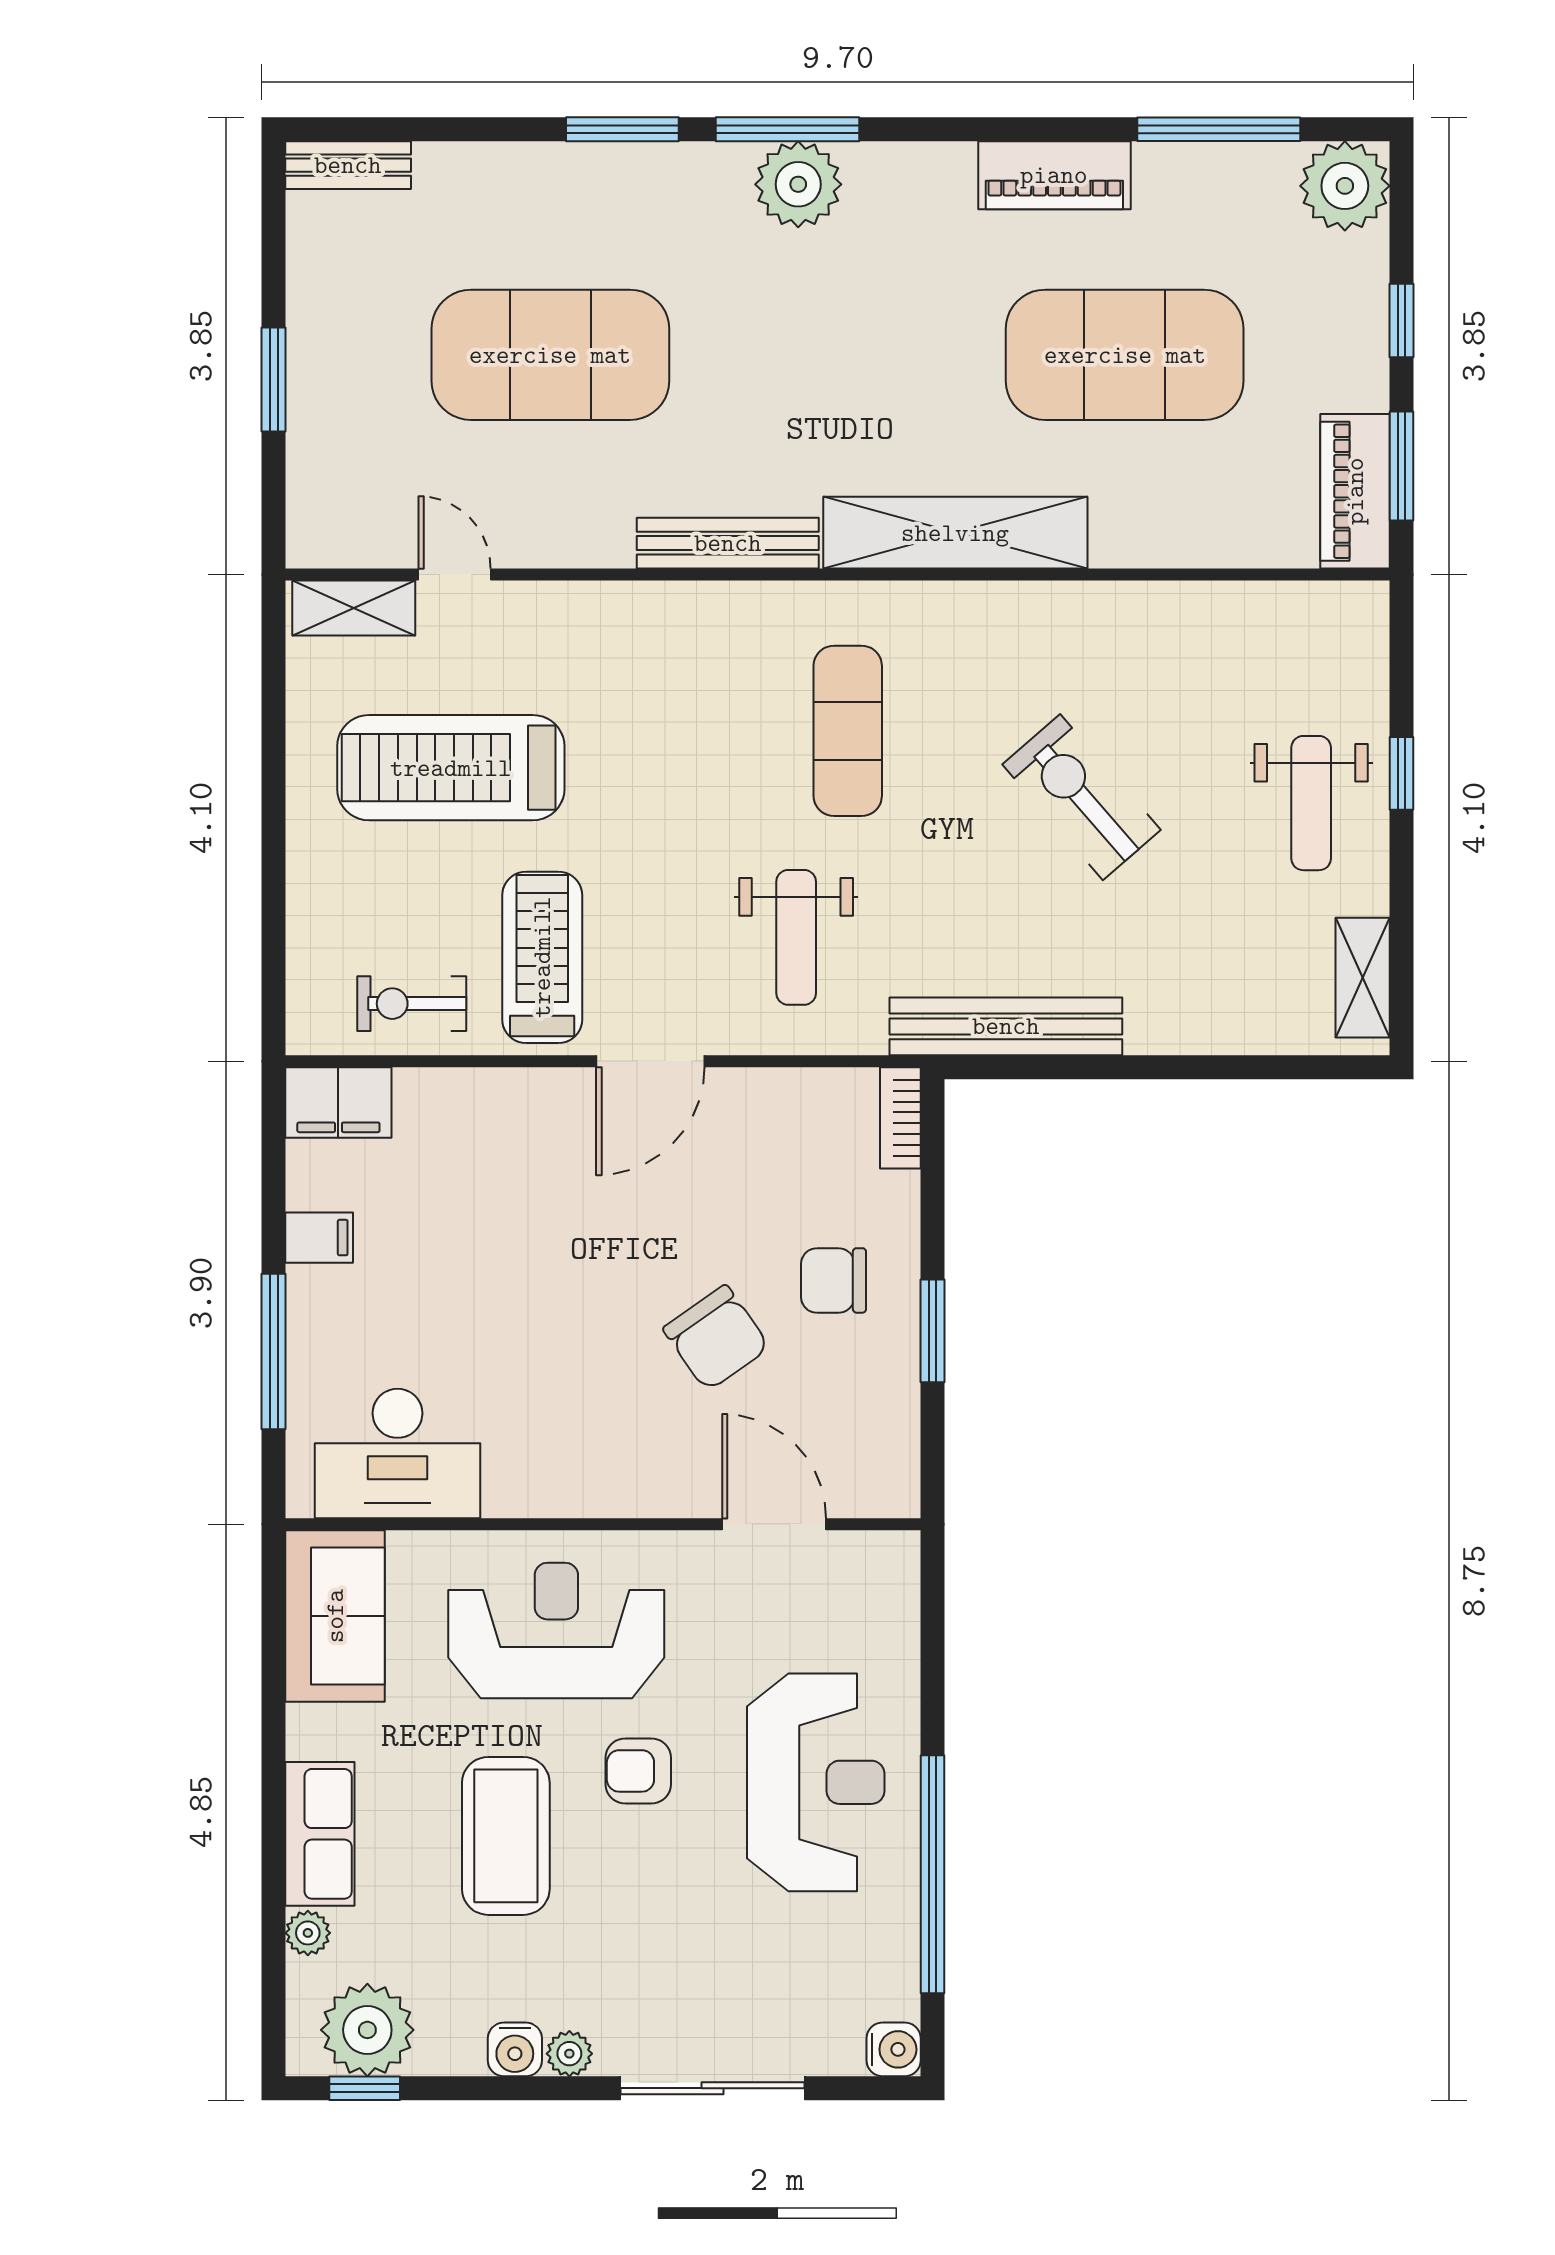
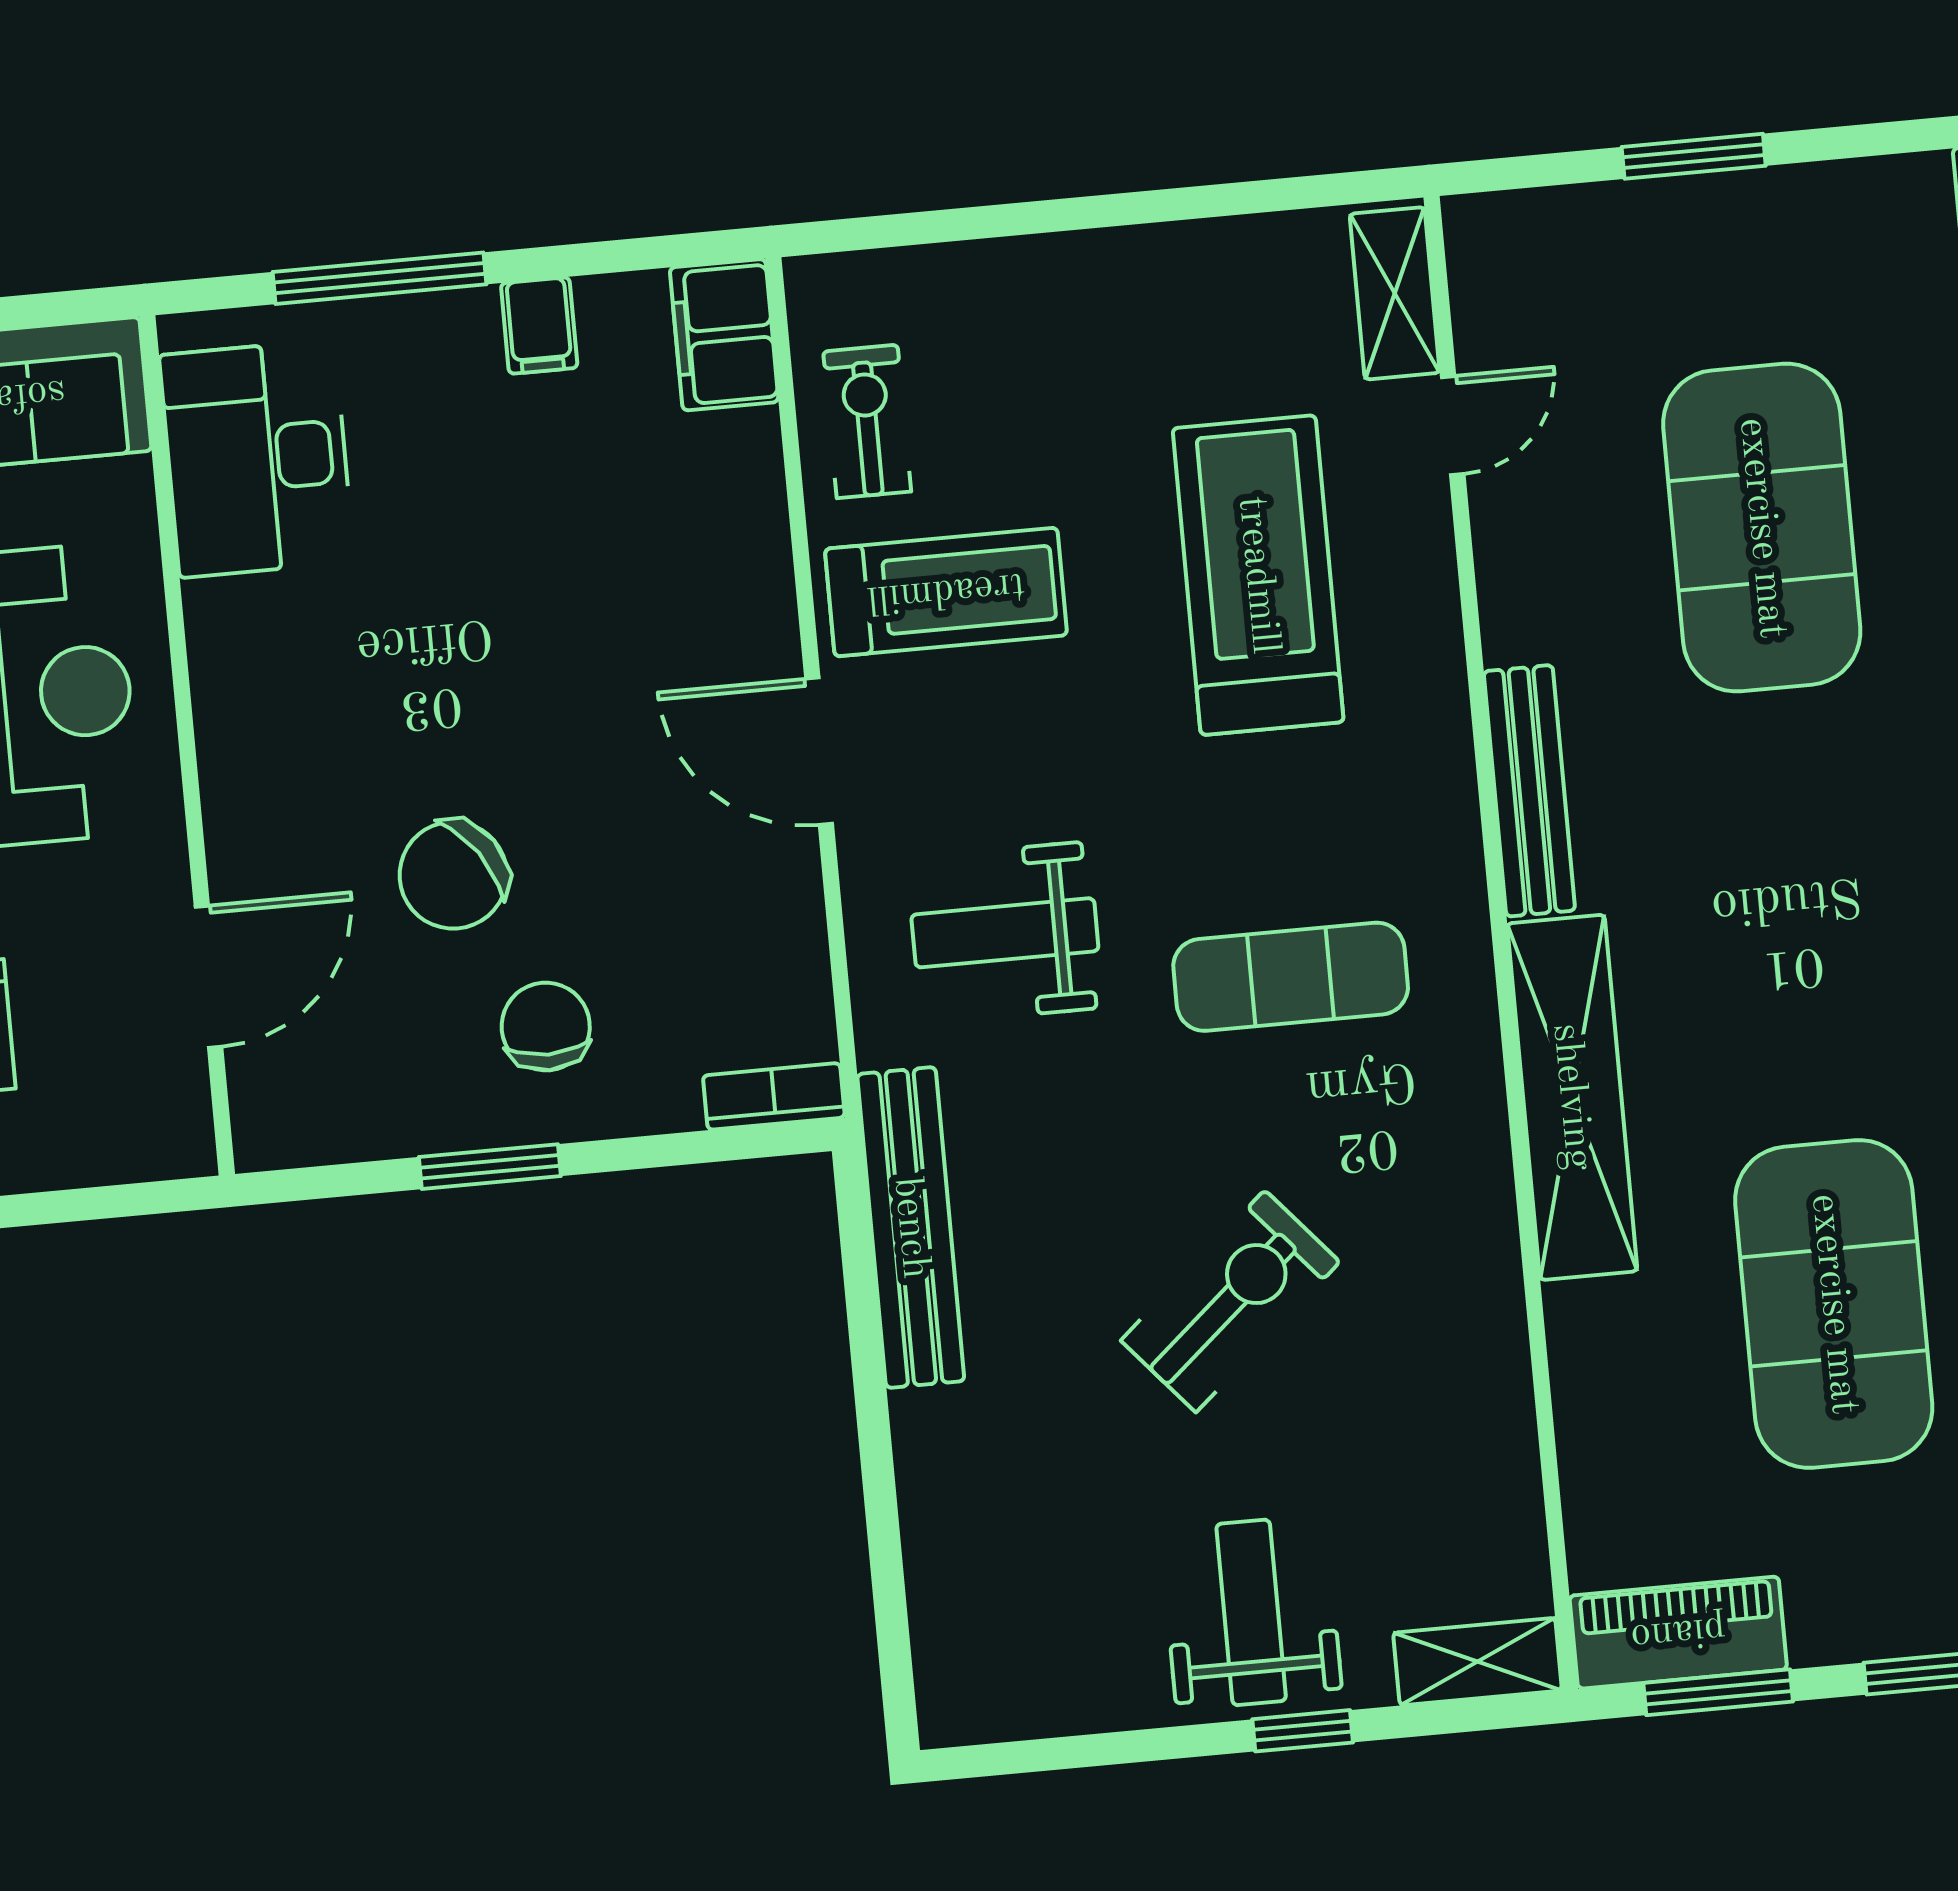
treadmill: (451, 768) -> (1258, 575), moved
weight bench: (1311, 803) -> (1251, 1612), turned 90
shelving: (1363, 978) -> (1478, 1662), moved

